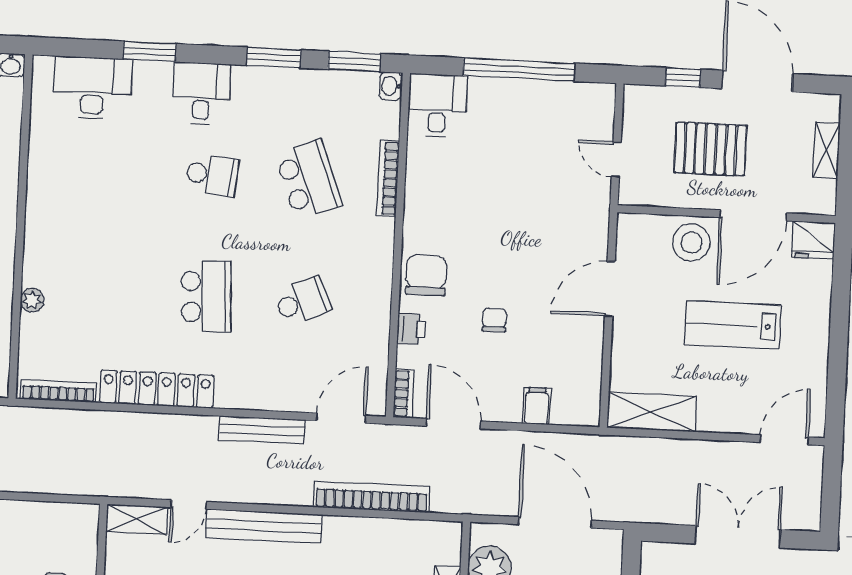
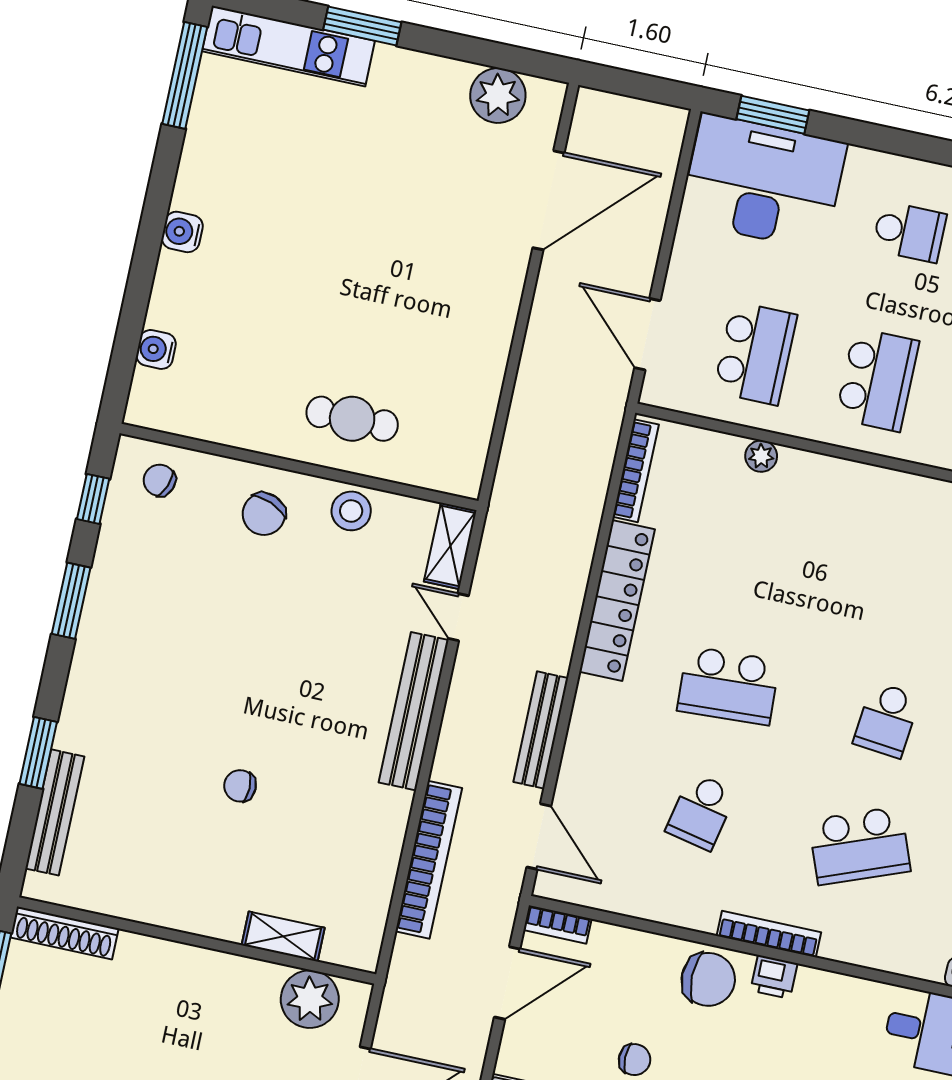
bookcase: (388, 178) -> (769, 934), moved
school desk: (303, 301) -> (701, 811), turned 36
printer: (411, 329) -> (774, 977), moved

